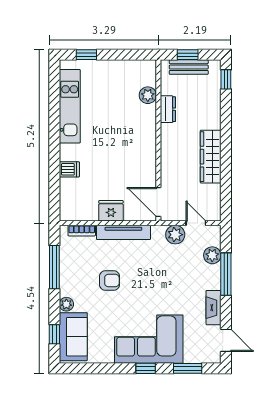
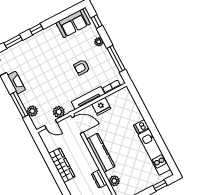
kitchen counter: (146, 145) -> (101, 153), added
dishwasher: (69, 169) -> (141, 127), moved
sofa: (73, 337) -> (73, 23), moved, turned -90
corner sofa: (149, 339) -> (43, 46), removed

